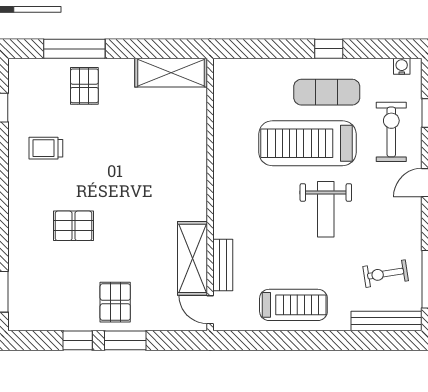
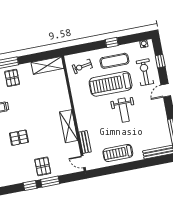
shelving: (193, 258) -> (69, 126), moved
exercise bike: (386, 274) -> (82, 66), moved
treadmill: (293, 305) -> (118, 153), turned 180

